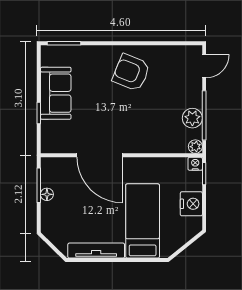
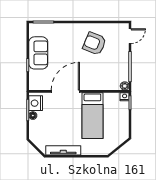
armchair: (131, 72) -> (94, 44), moved
plant: (192, 118) -> (123, 68), removed
door: (100, 155) -> (65, 91), swing flipped
nightstand: (191, 204) -> (36, 103), moved, turned 180
bed: (143, 221) -> (92, 116), moved, turned 180

